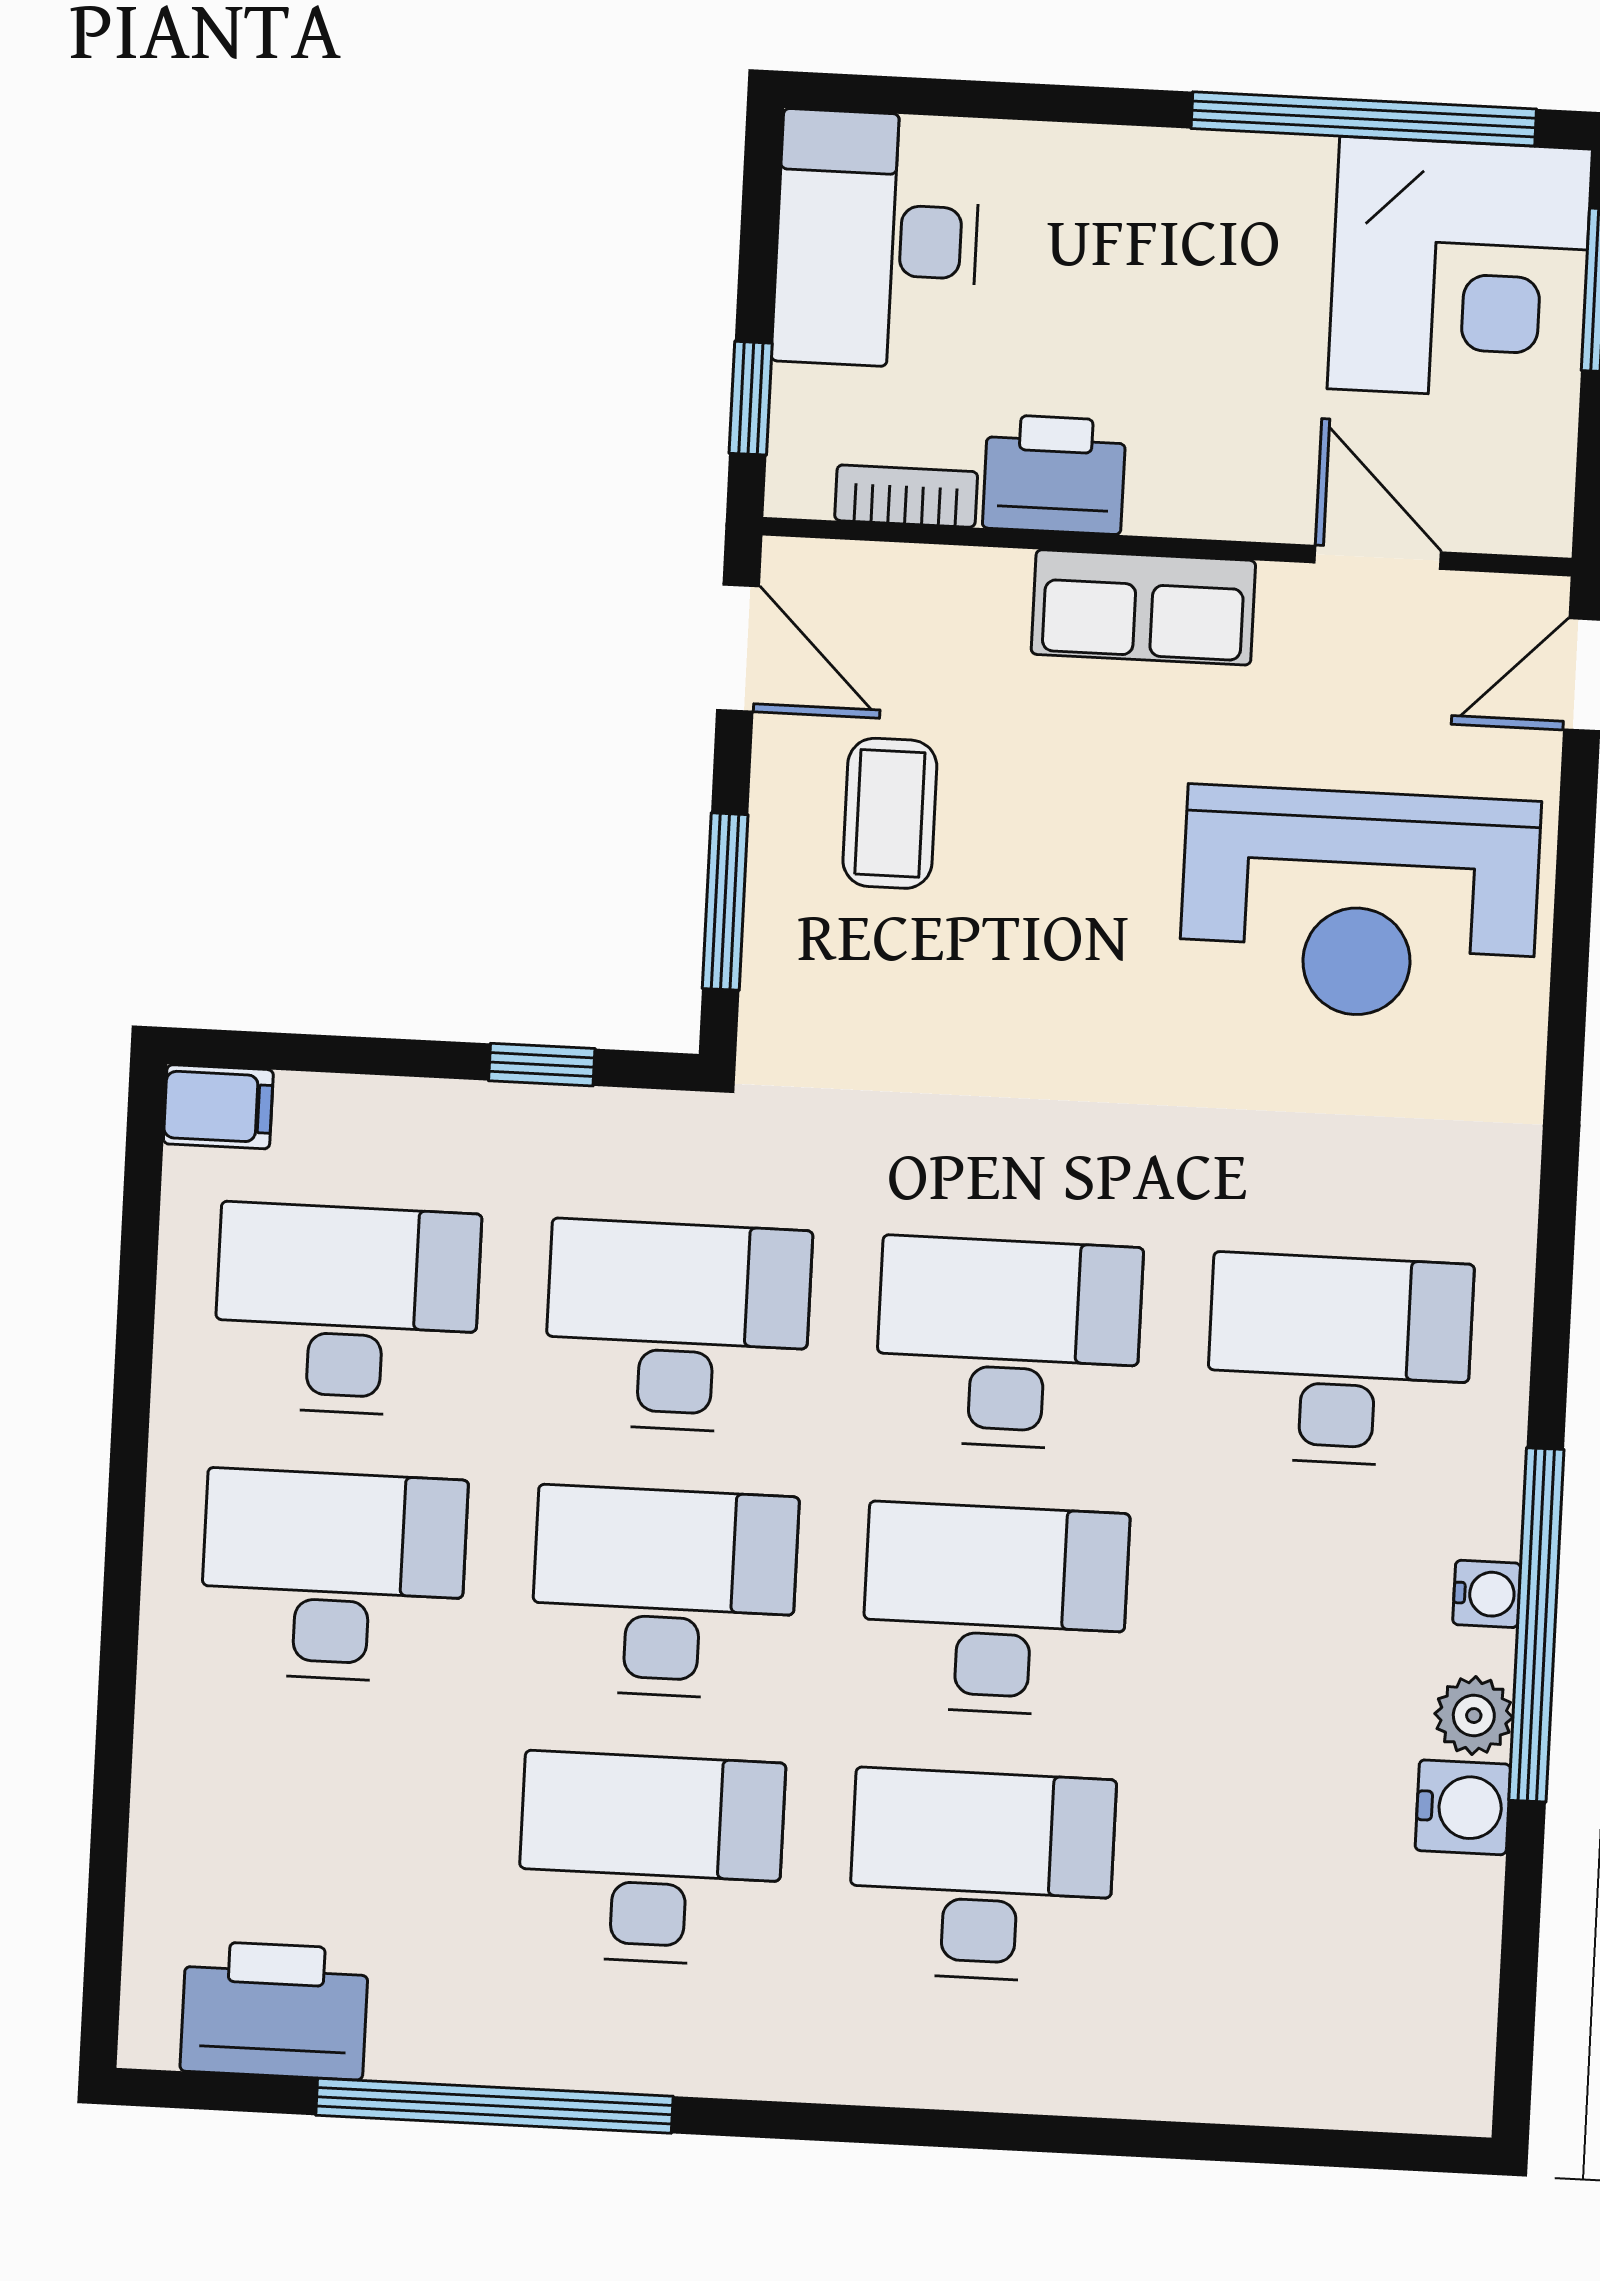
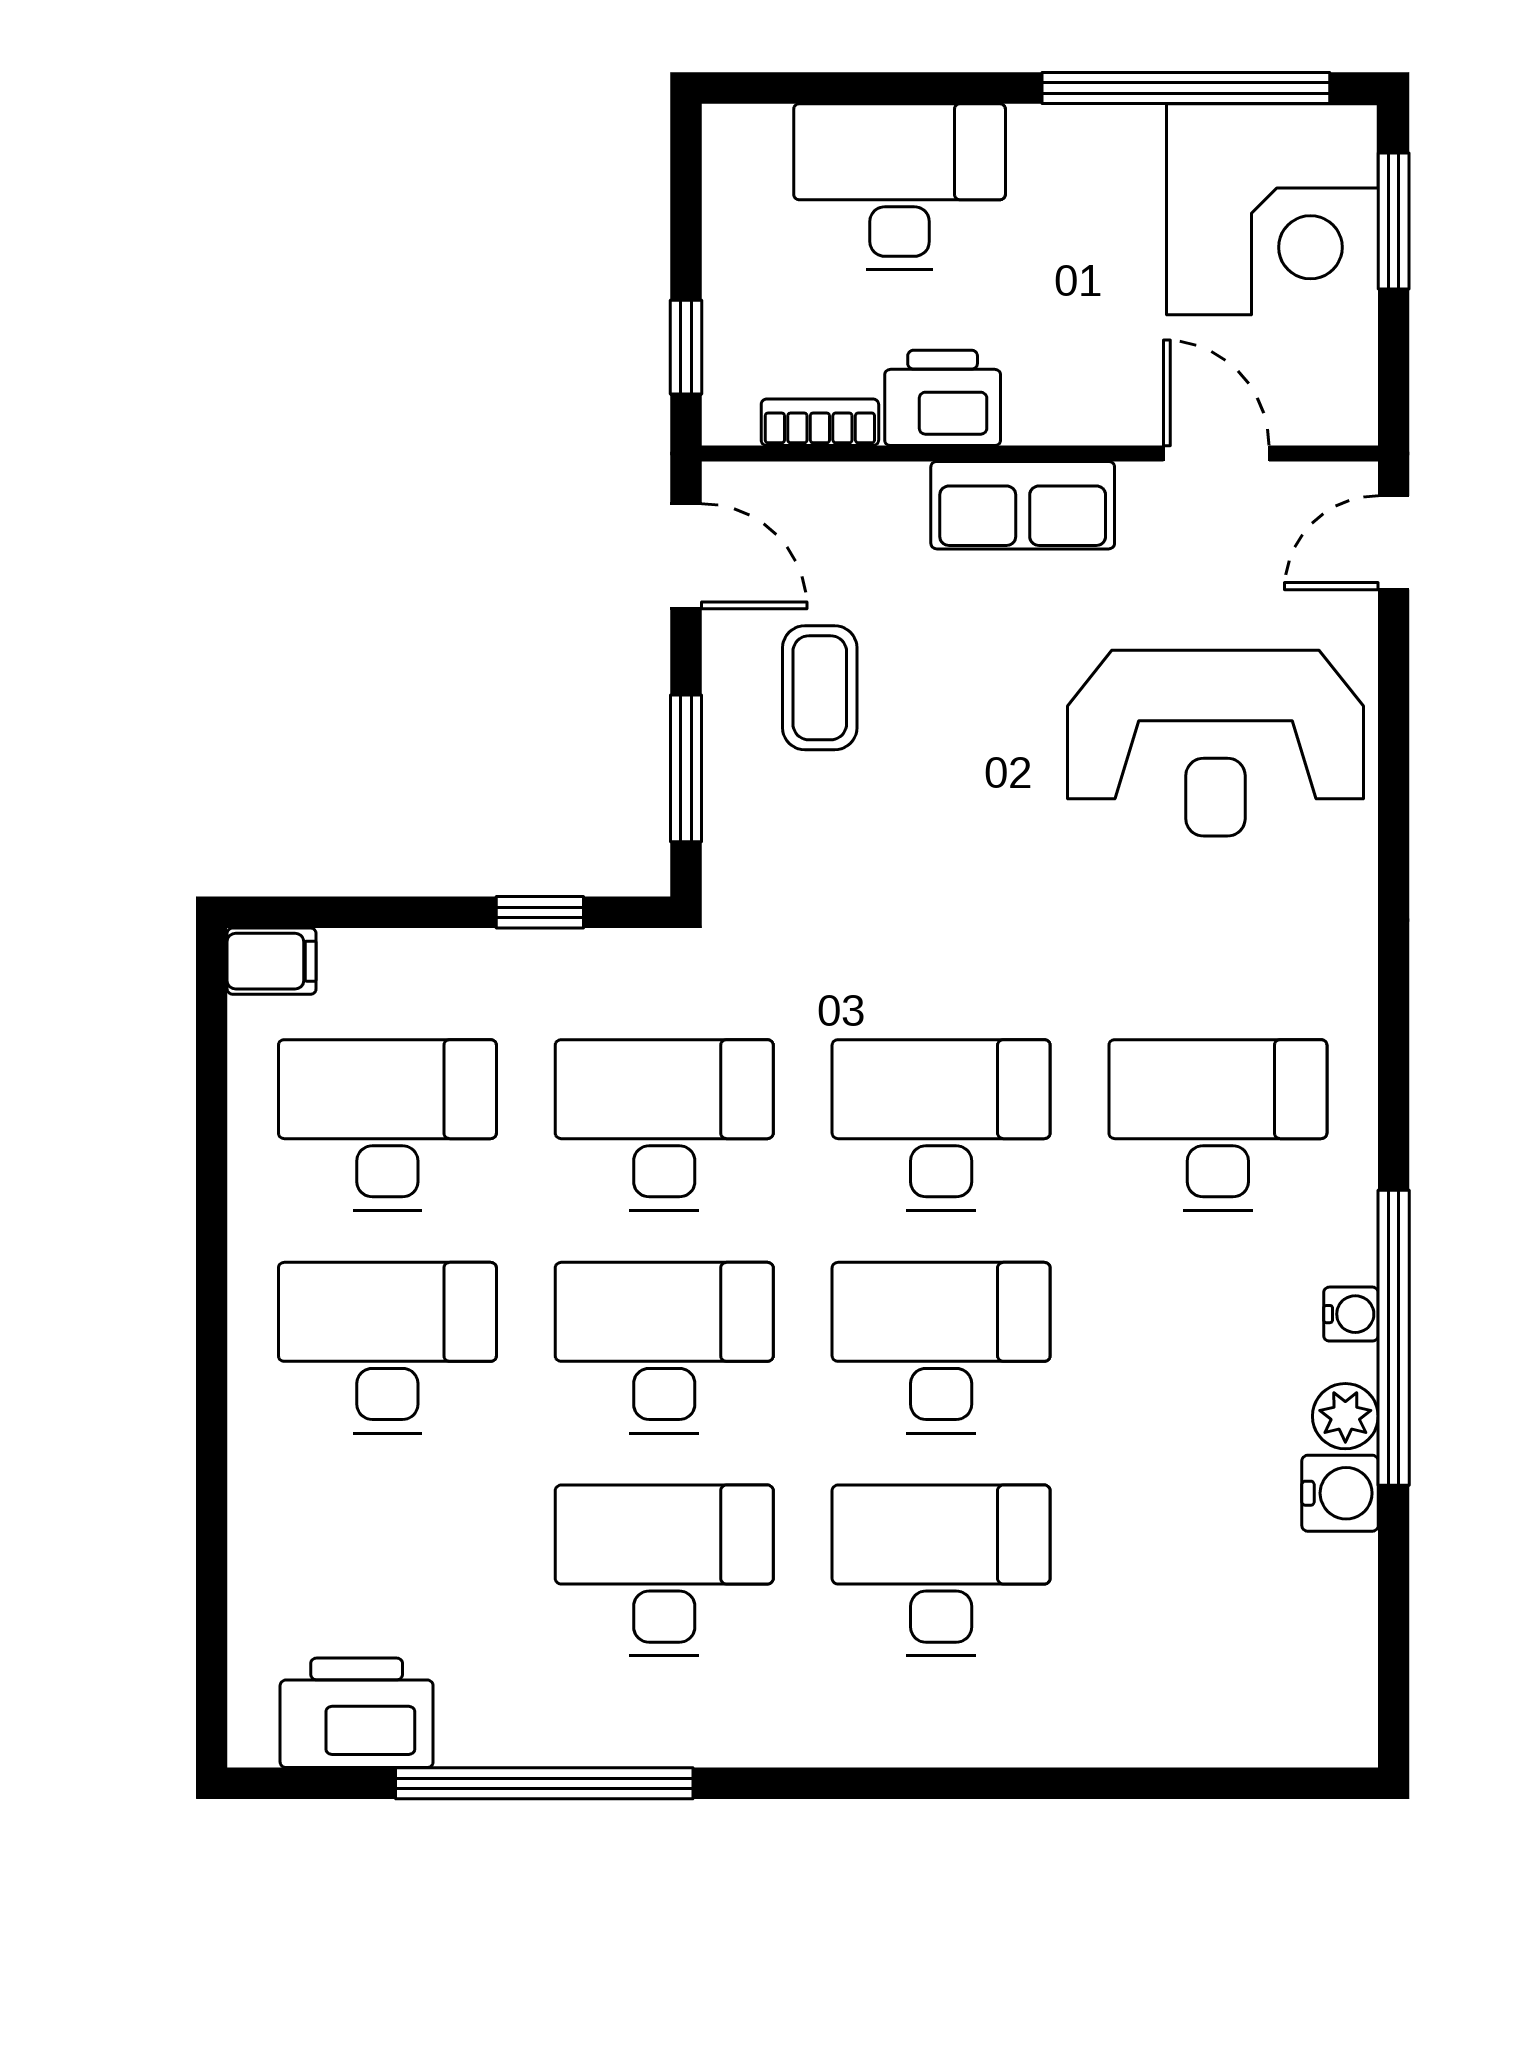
desk: (877, 239) -> (900, 187), moved, turned 90

